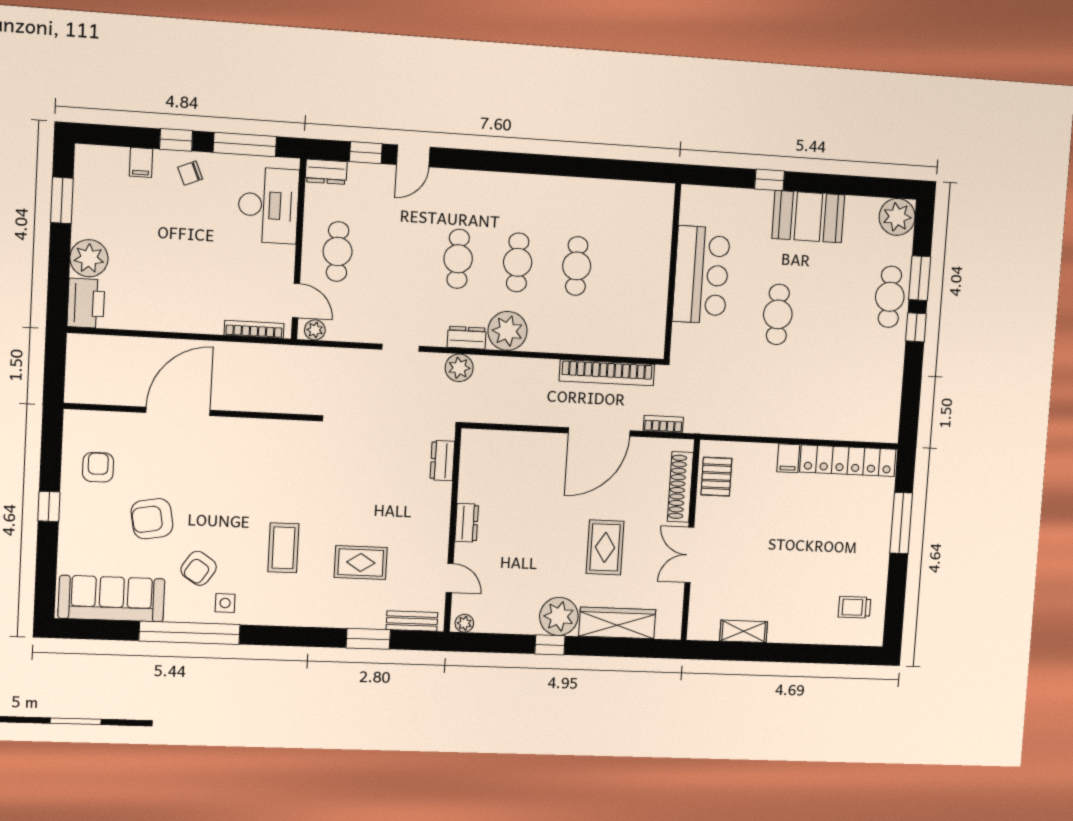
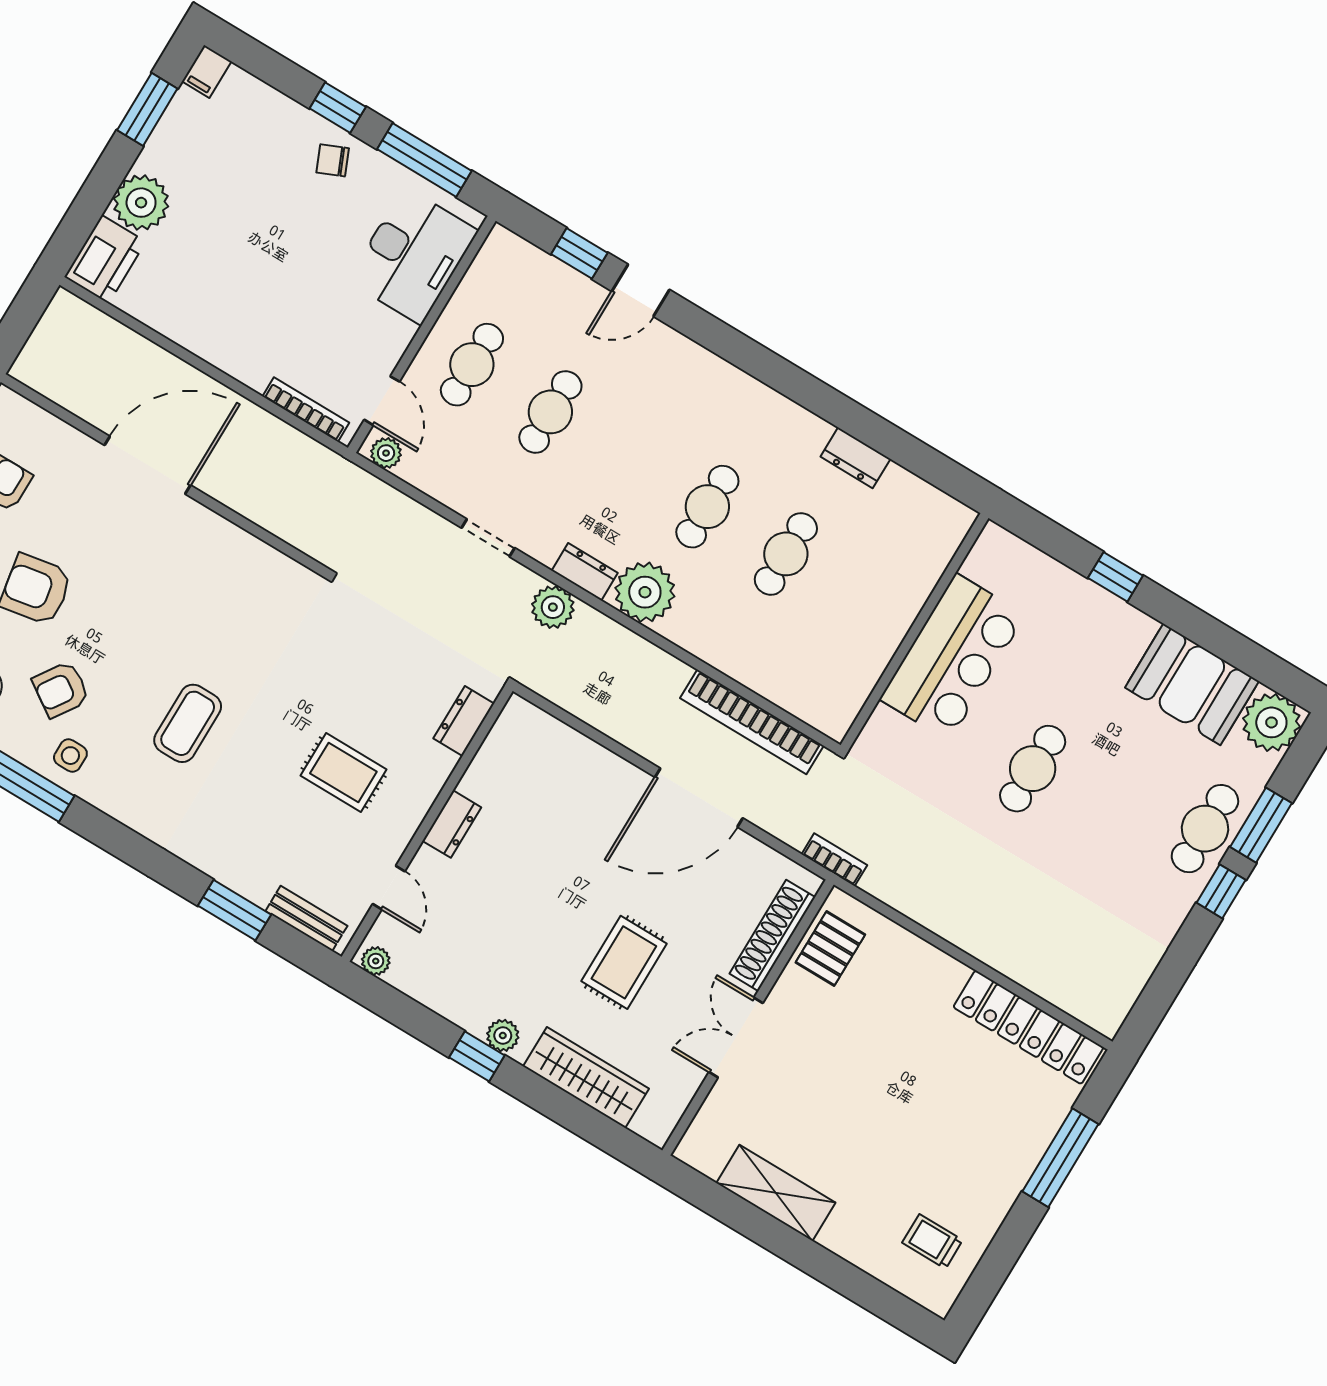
filing cabinet: (141, 162) -> (207, 71), moved
dresser: (326, 172) -> (855, 458), moved
booth: (808, 217) -> (1192, 684), moved
cafe table: (458, 259) -> (550, 412), moved
bookcase: (663, 424) -> (834, 860), moved
filing cabinet: (788, 458) -> (945, 978), removed
rug: (361, 563) -> (343, 772), moved
plant: (559, 616) -> (503, 1035), width x0.53, depth x0.53
shelving: (744, 631) -> (776, 1193), width x1.50, depth x1.33

